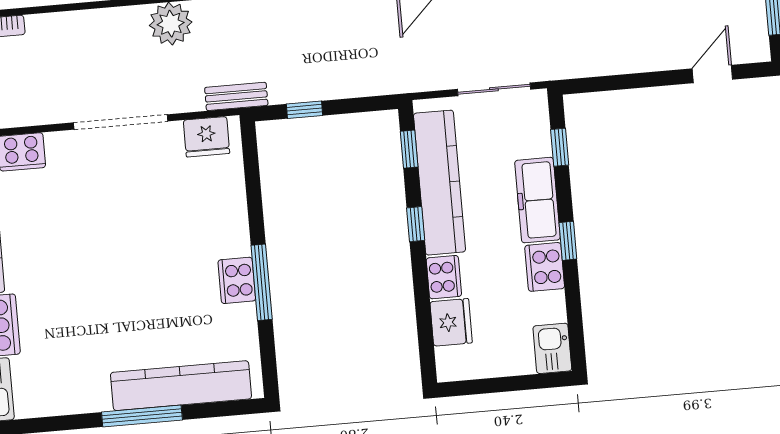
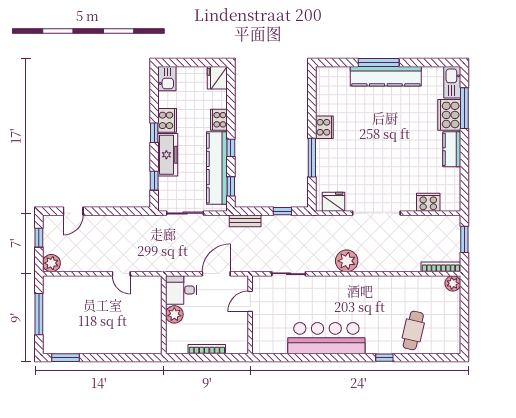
bench: (236, 96) -> (245, 221), moved
window: (262, 282) -> (312, 158), moved
fridge: (451, 322) -> (217, 78), moved
kitchen counter: (181, 386) -> (386, 76), moved

